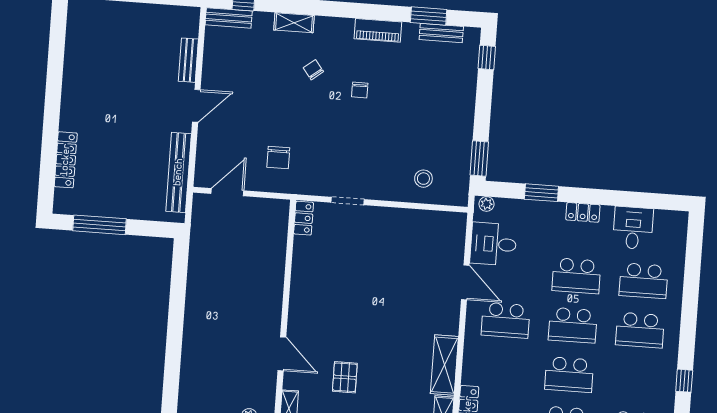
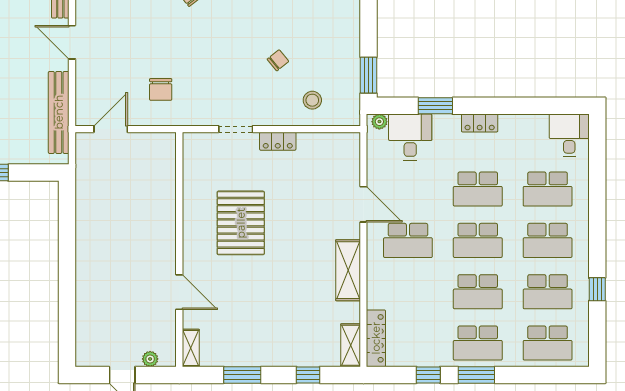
chair: (360, 90) -> (278, 60), moved, turned -129
door: (196, 106) -> (72, 42), swing flipped
locker: (304, 218) -> (278, 141), moved, turned 90
desk: (633, 228) -> (569, 135), moved
desk: (493, 244) -> (410, 137), moved, turned 90
shelving: (444, 365) -> (348, 270), moved
pallet: (345, 377) -> (241, 223), moved, width x2.05, depth x2.00
school desk: (636, 380) -> (548, 292), added

